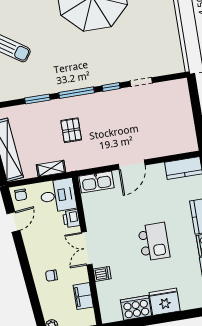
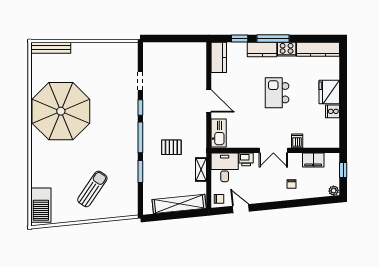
kitchen island: (154, 242) -> (277, 93), turned -90
cooker: (136, 308) -> (333, 111), width x0.53, depth x0.76

